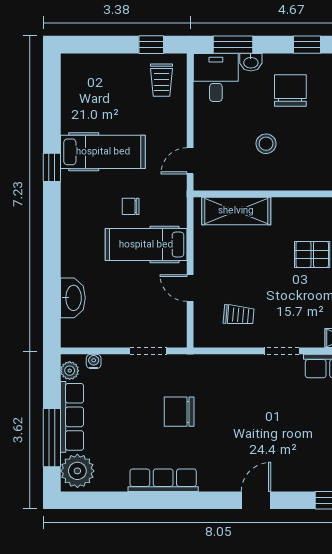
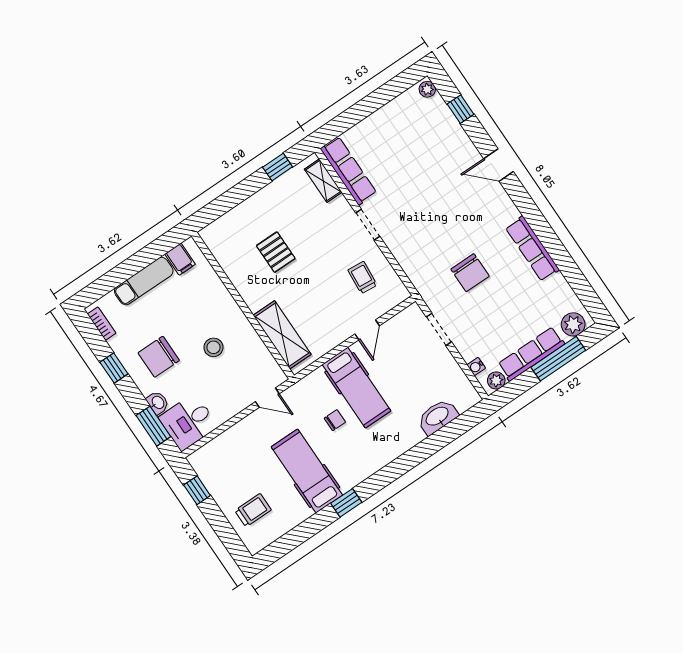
trolley: (161, 80) -> (253, 510), moved
chair: (131, 206) -> (335, 420), turned -90
plant: (77, 471) -> (573, 324), width x0.73, depth x0.73

